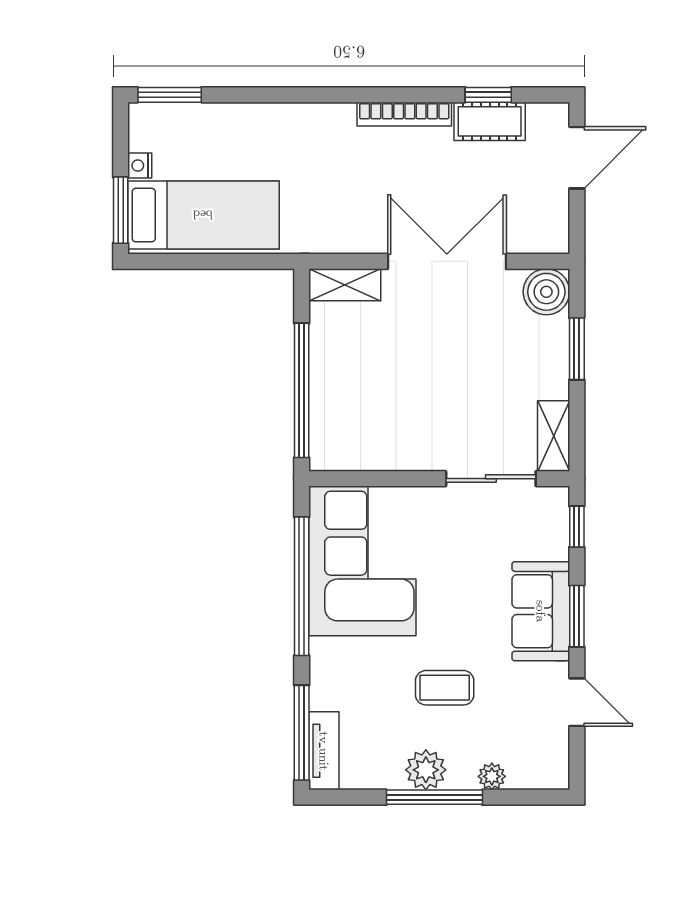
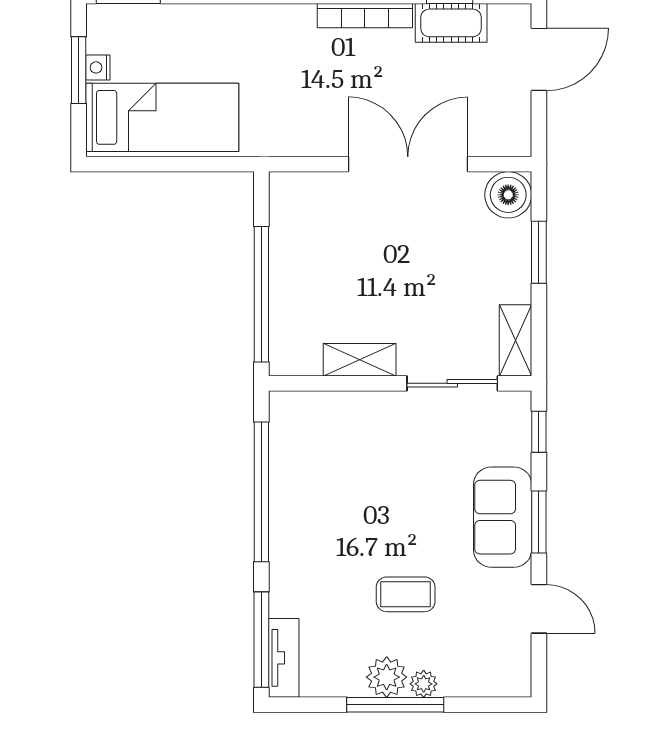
window: (121, 210) -> (79, 70), moved
shelving: (345, 285) -> (360, 360), moved
corner sofa: (362, 561) -> (323, 466), removed
plant: (492, 776) -> (424, 684), moved

